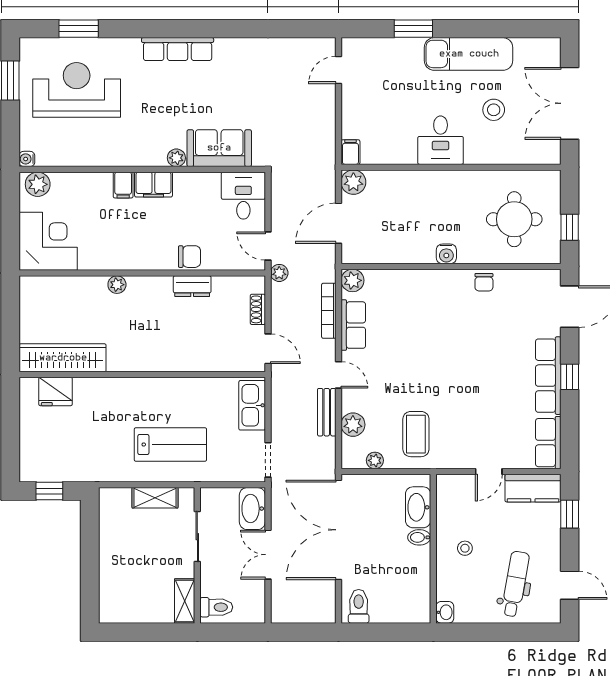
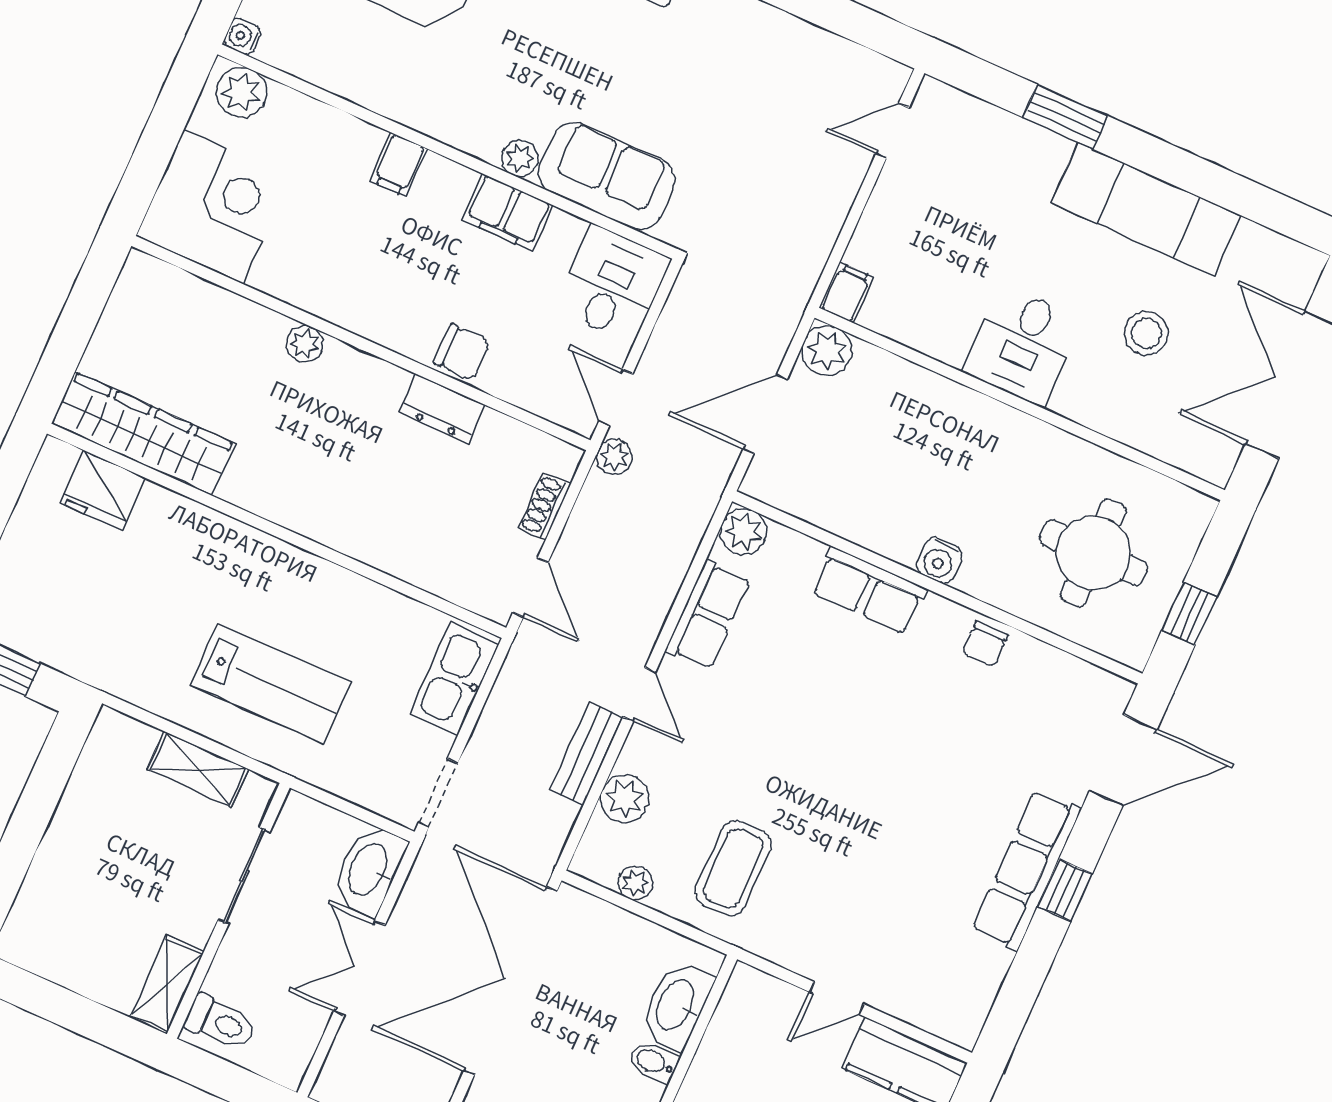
filing cabinet: (153, 185) -> (507, 212), moved
bookcase: (329, 311) -> (674, 568), removed
row of seats: (548, 443) -> (869, 591), moved, turned -90

